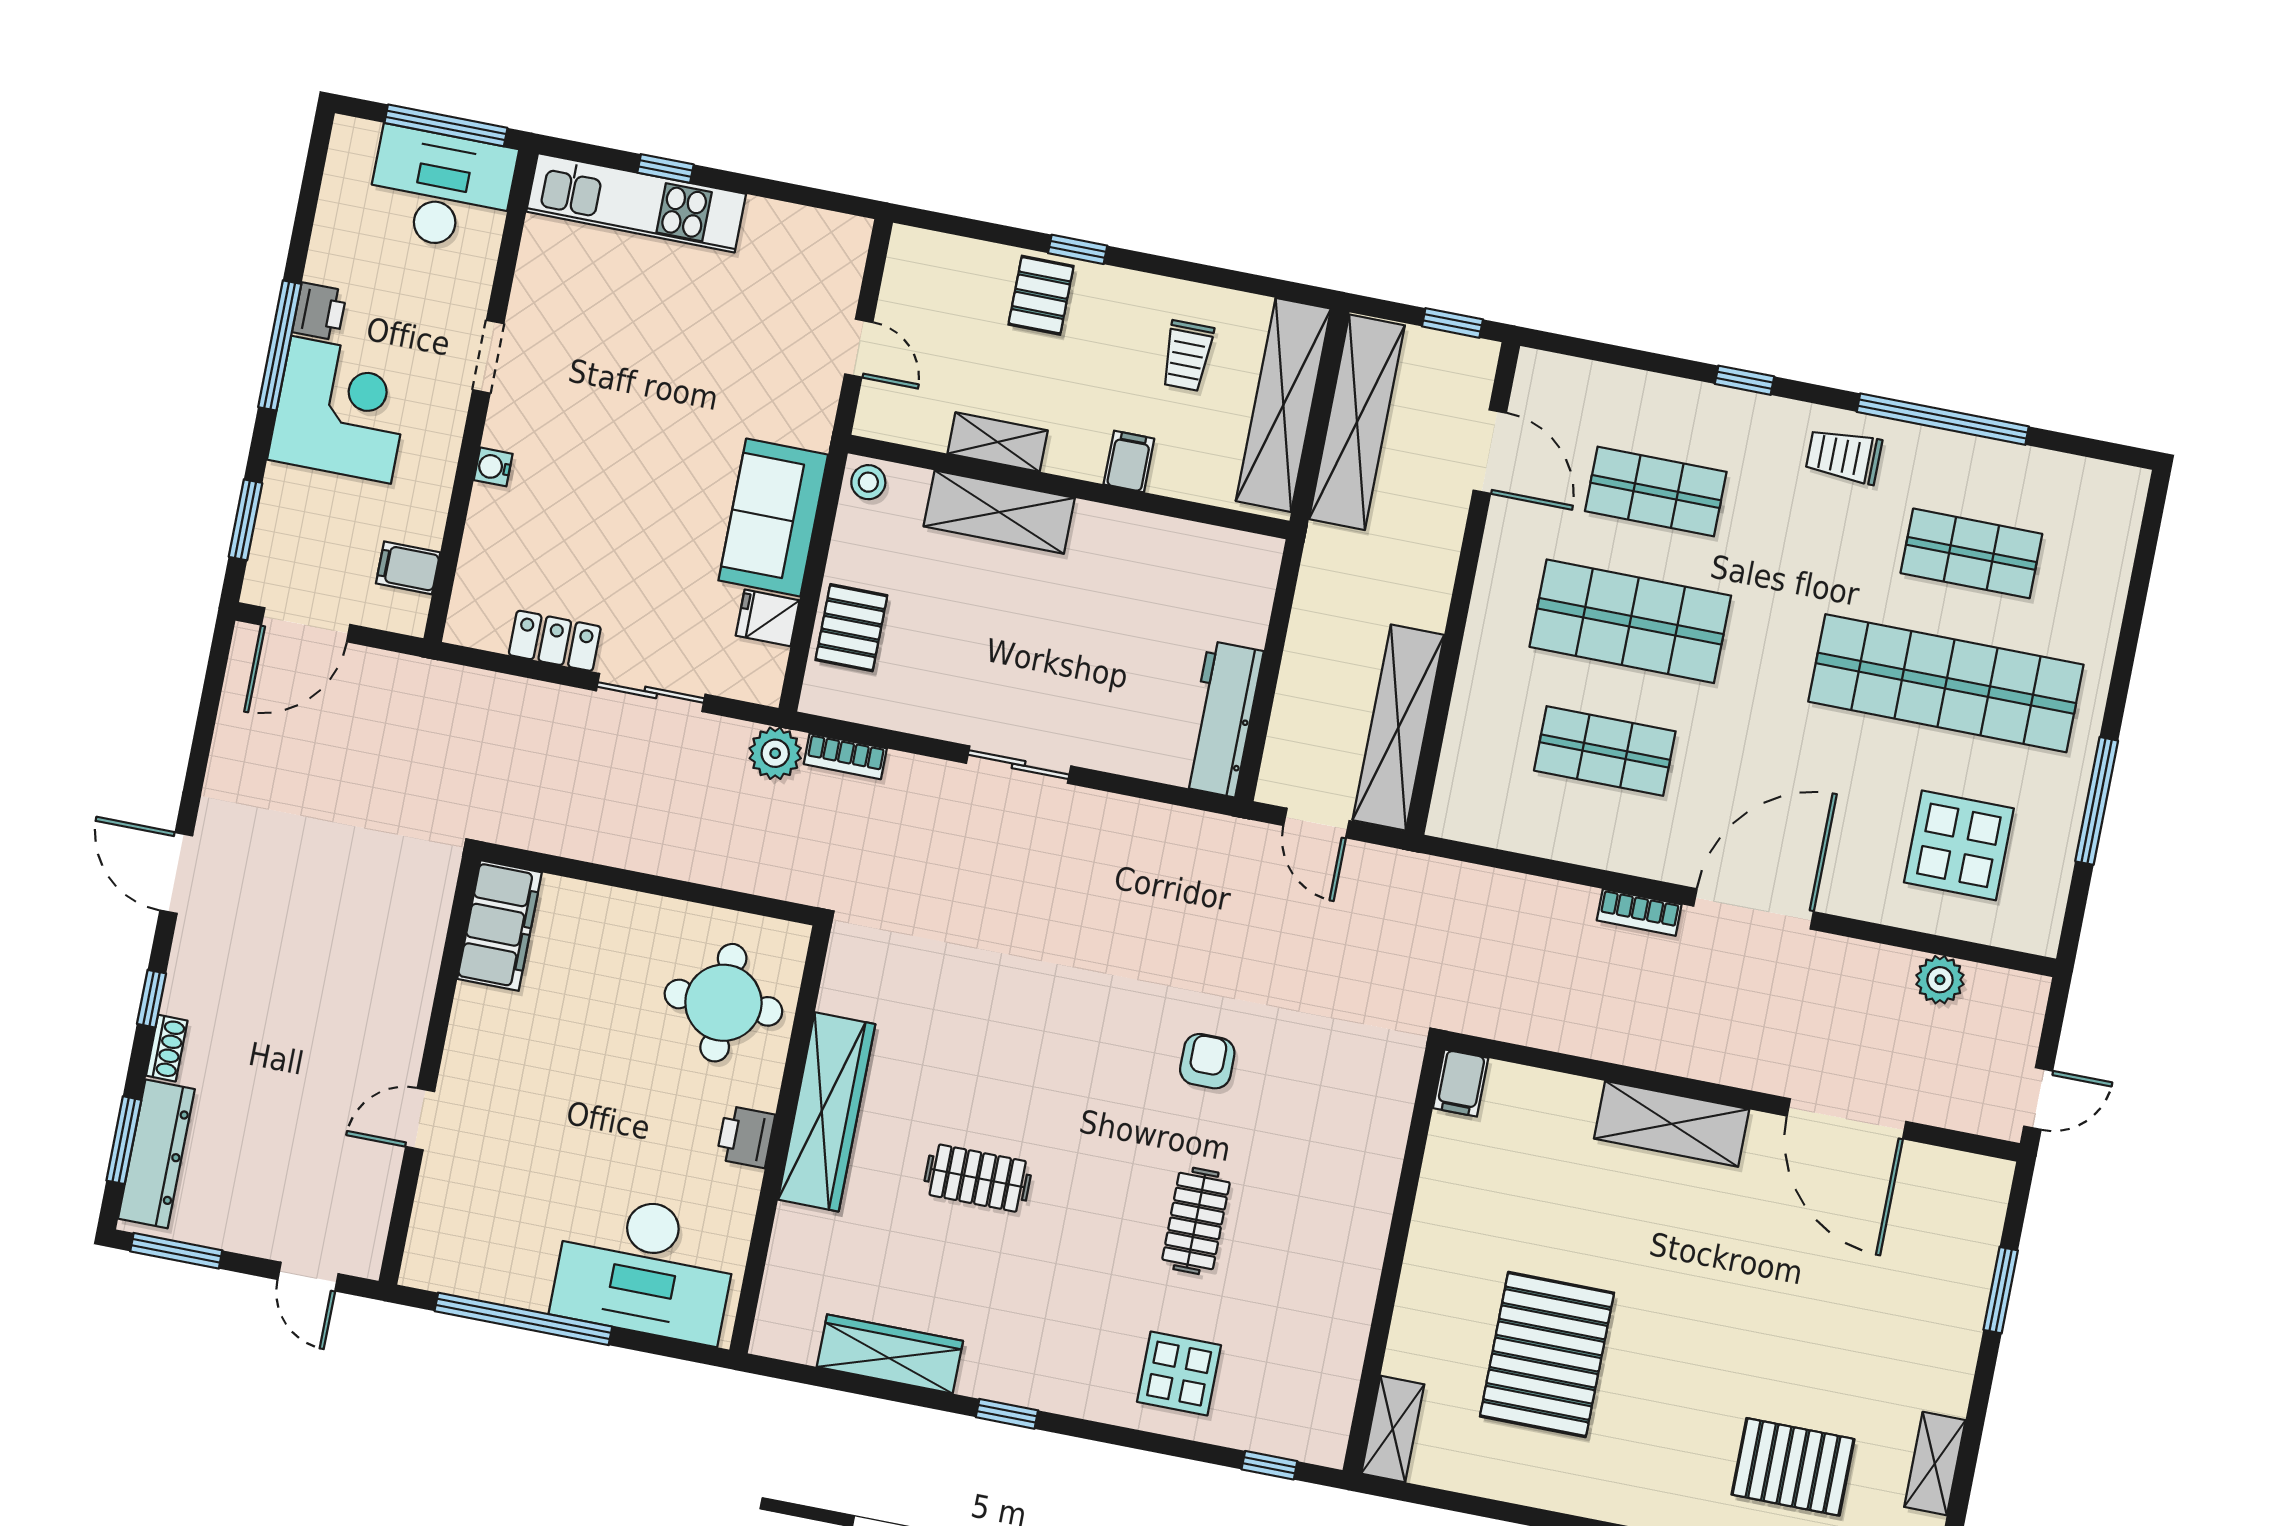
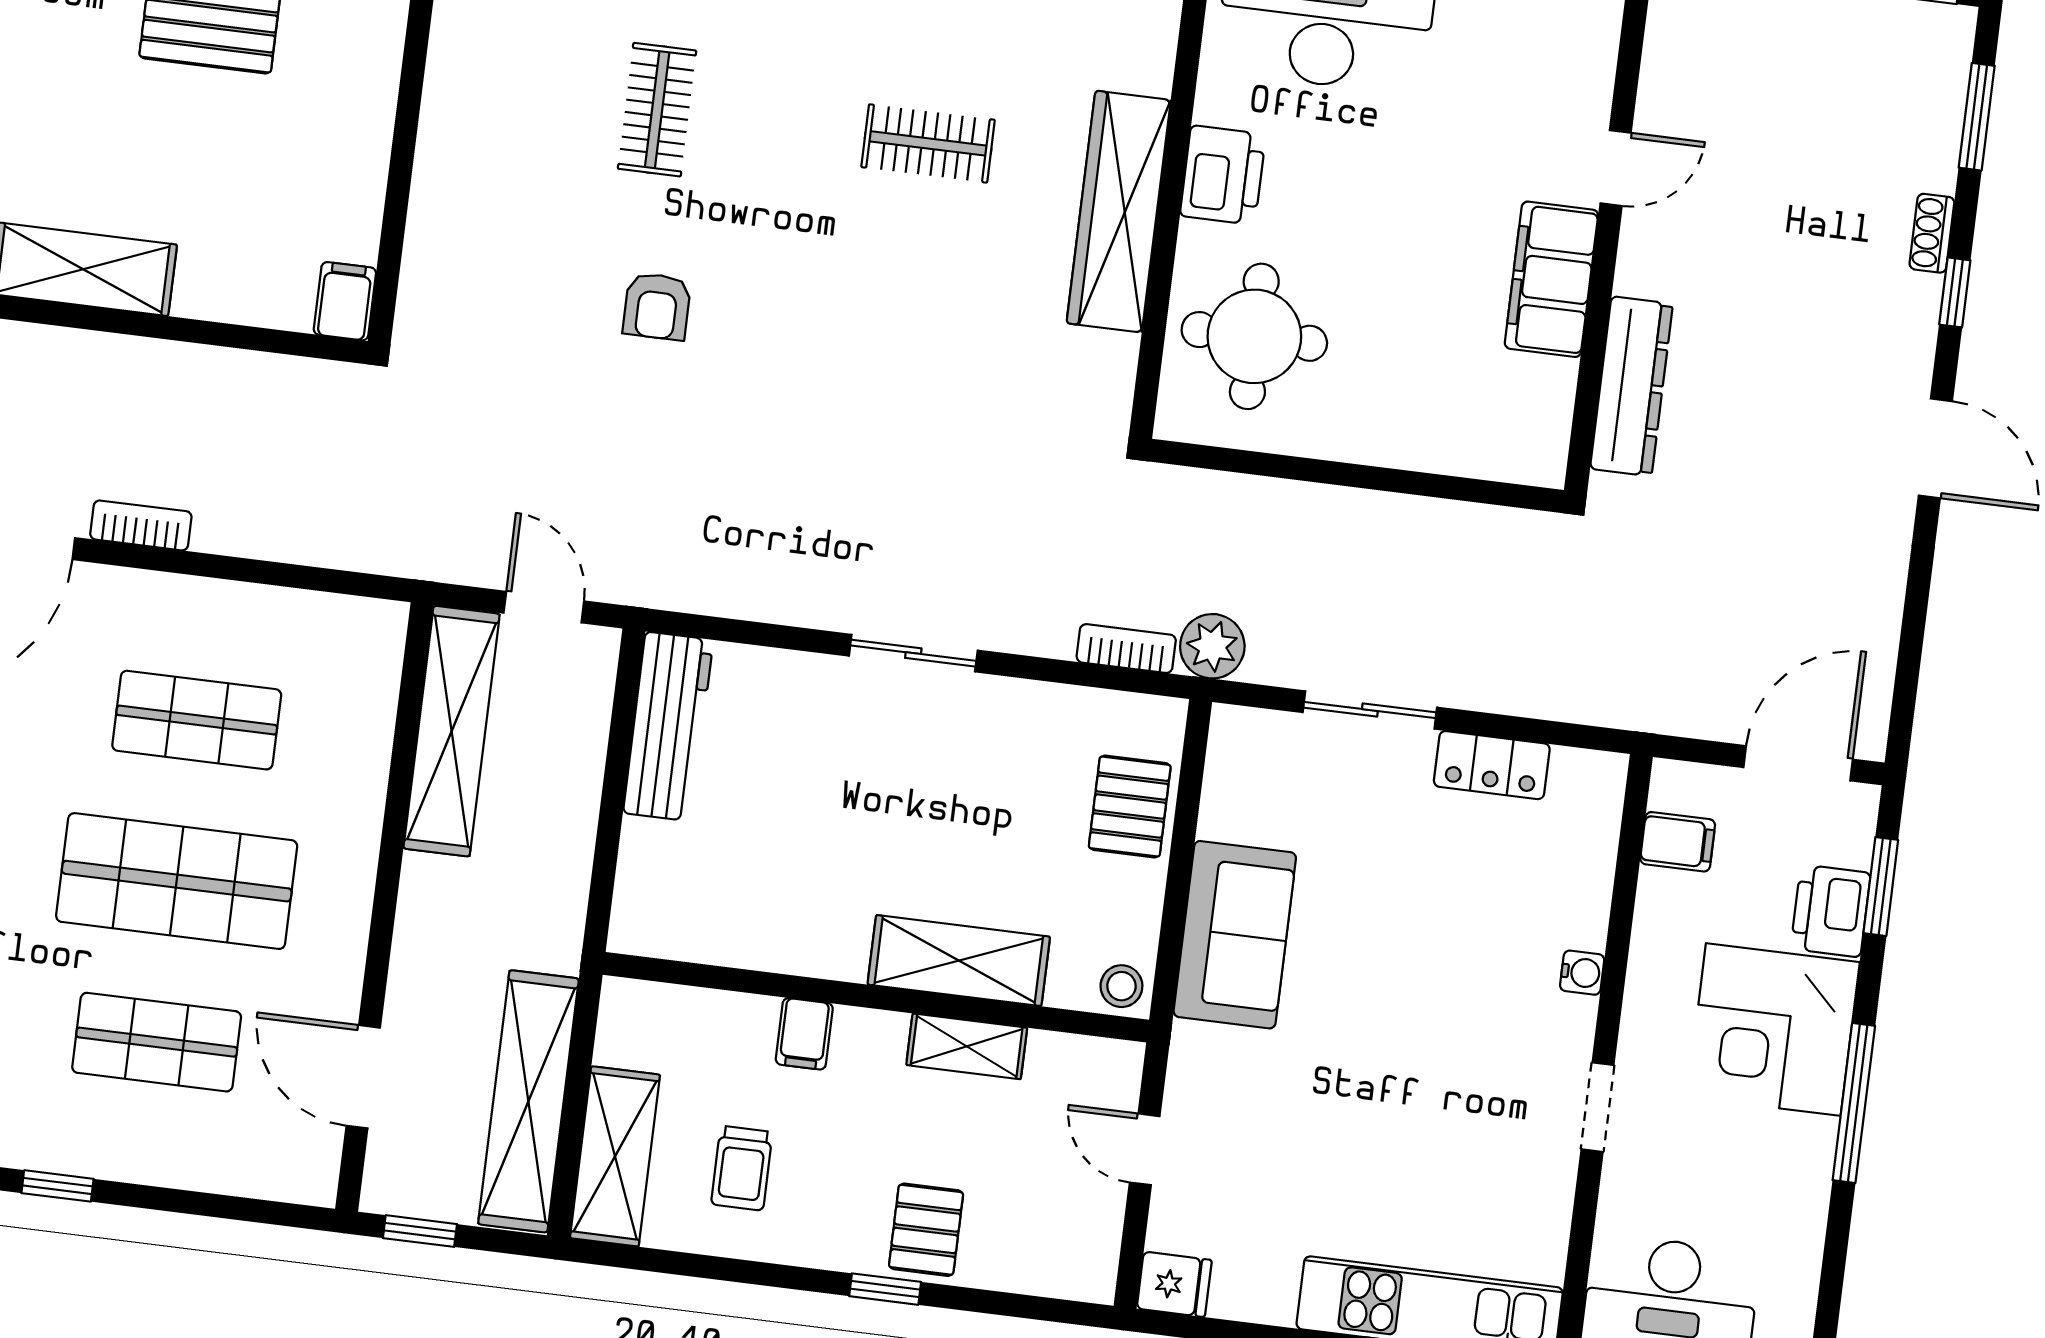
printer: (320, 311) -> (1831, 911), moved, width x1.36, depth x1.24
trolley: (1187, 356) -> (742, 1168), turned 180
shelving: (1283, 405) -> (615, 1156), width x0.68
fridge: (768, 618) -> (1174, 1284), moved
filing cabinet: (500, 926) -> (1551, 279), moved
printer: (746, 1137) -> (1223, 175), width x1.36, depth x1.24
dresser: (156, 1154) -> (1631, 386), moved, turned 180

